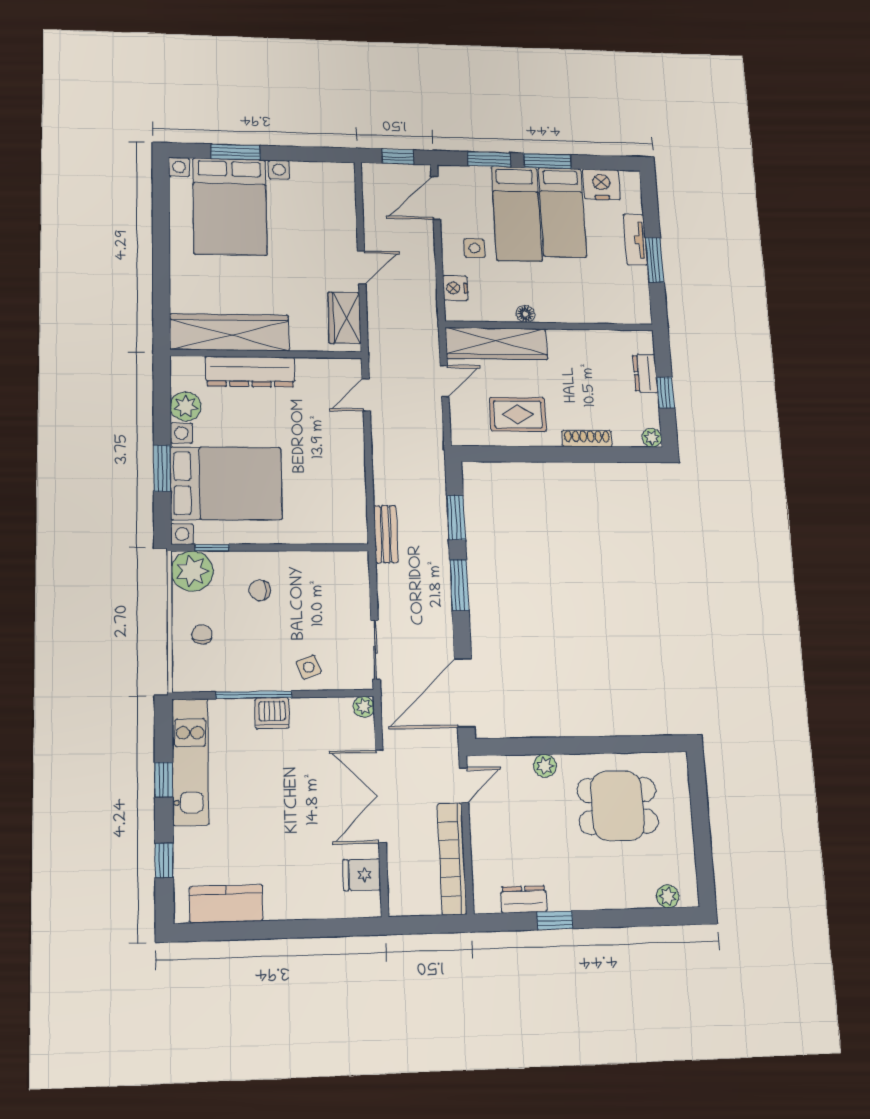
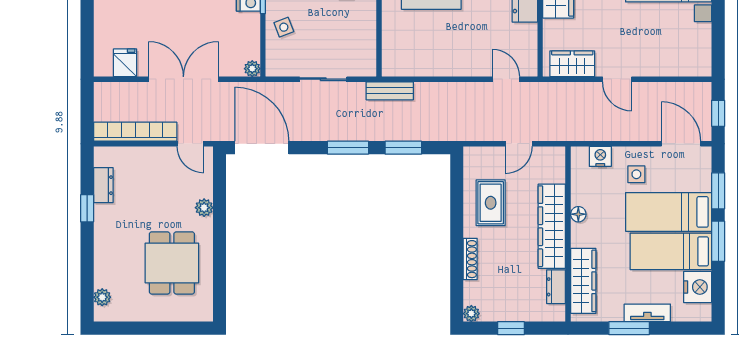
wardrobe: (604, 310) -> (583, 281), added
wardrobe: (496, 344) -> (552, 226), moved
dresser: (645, 373) -> (556, 287), moved, turned -90
door: (445, 381) -> (519, 144), hinge flipped
sliding door: (375, 650) -> (323, 79), moved

